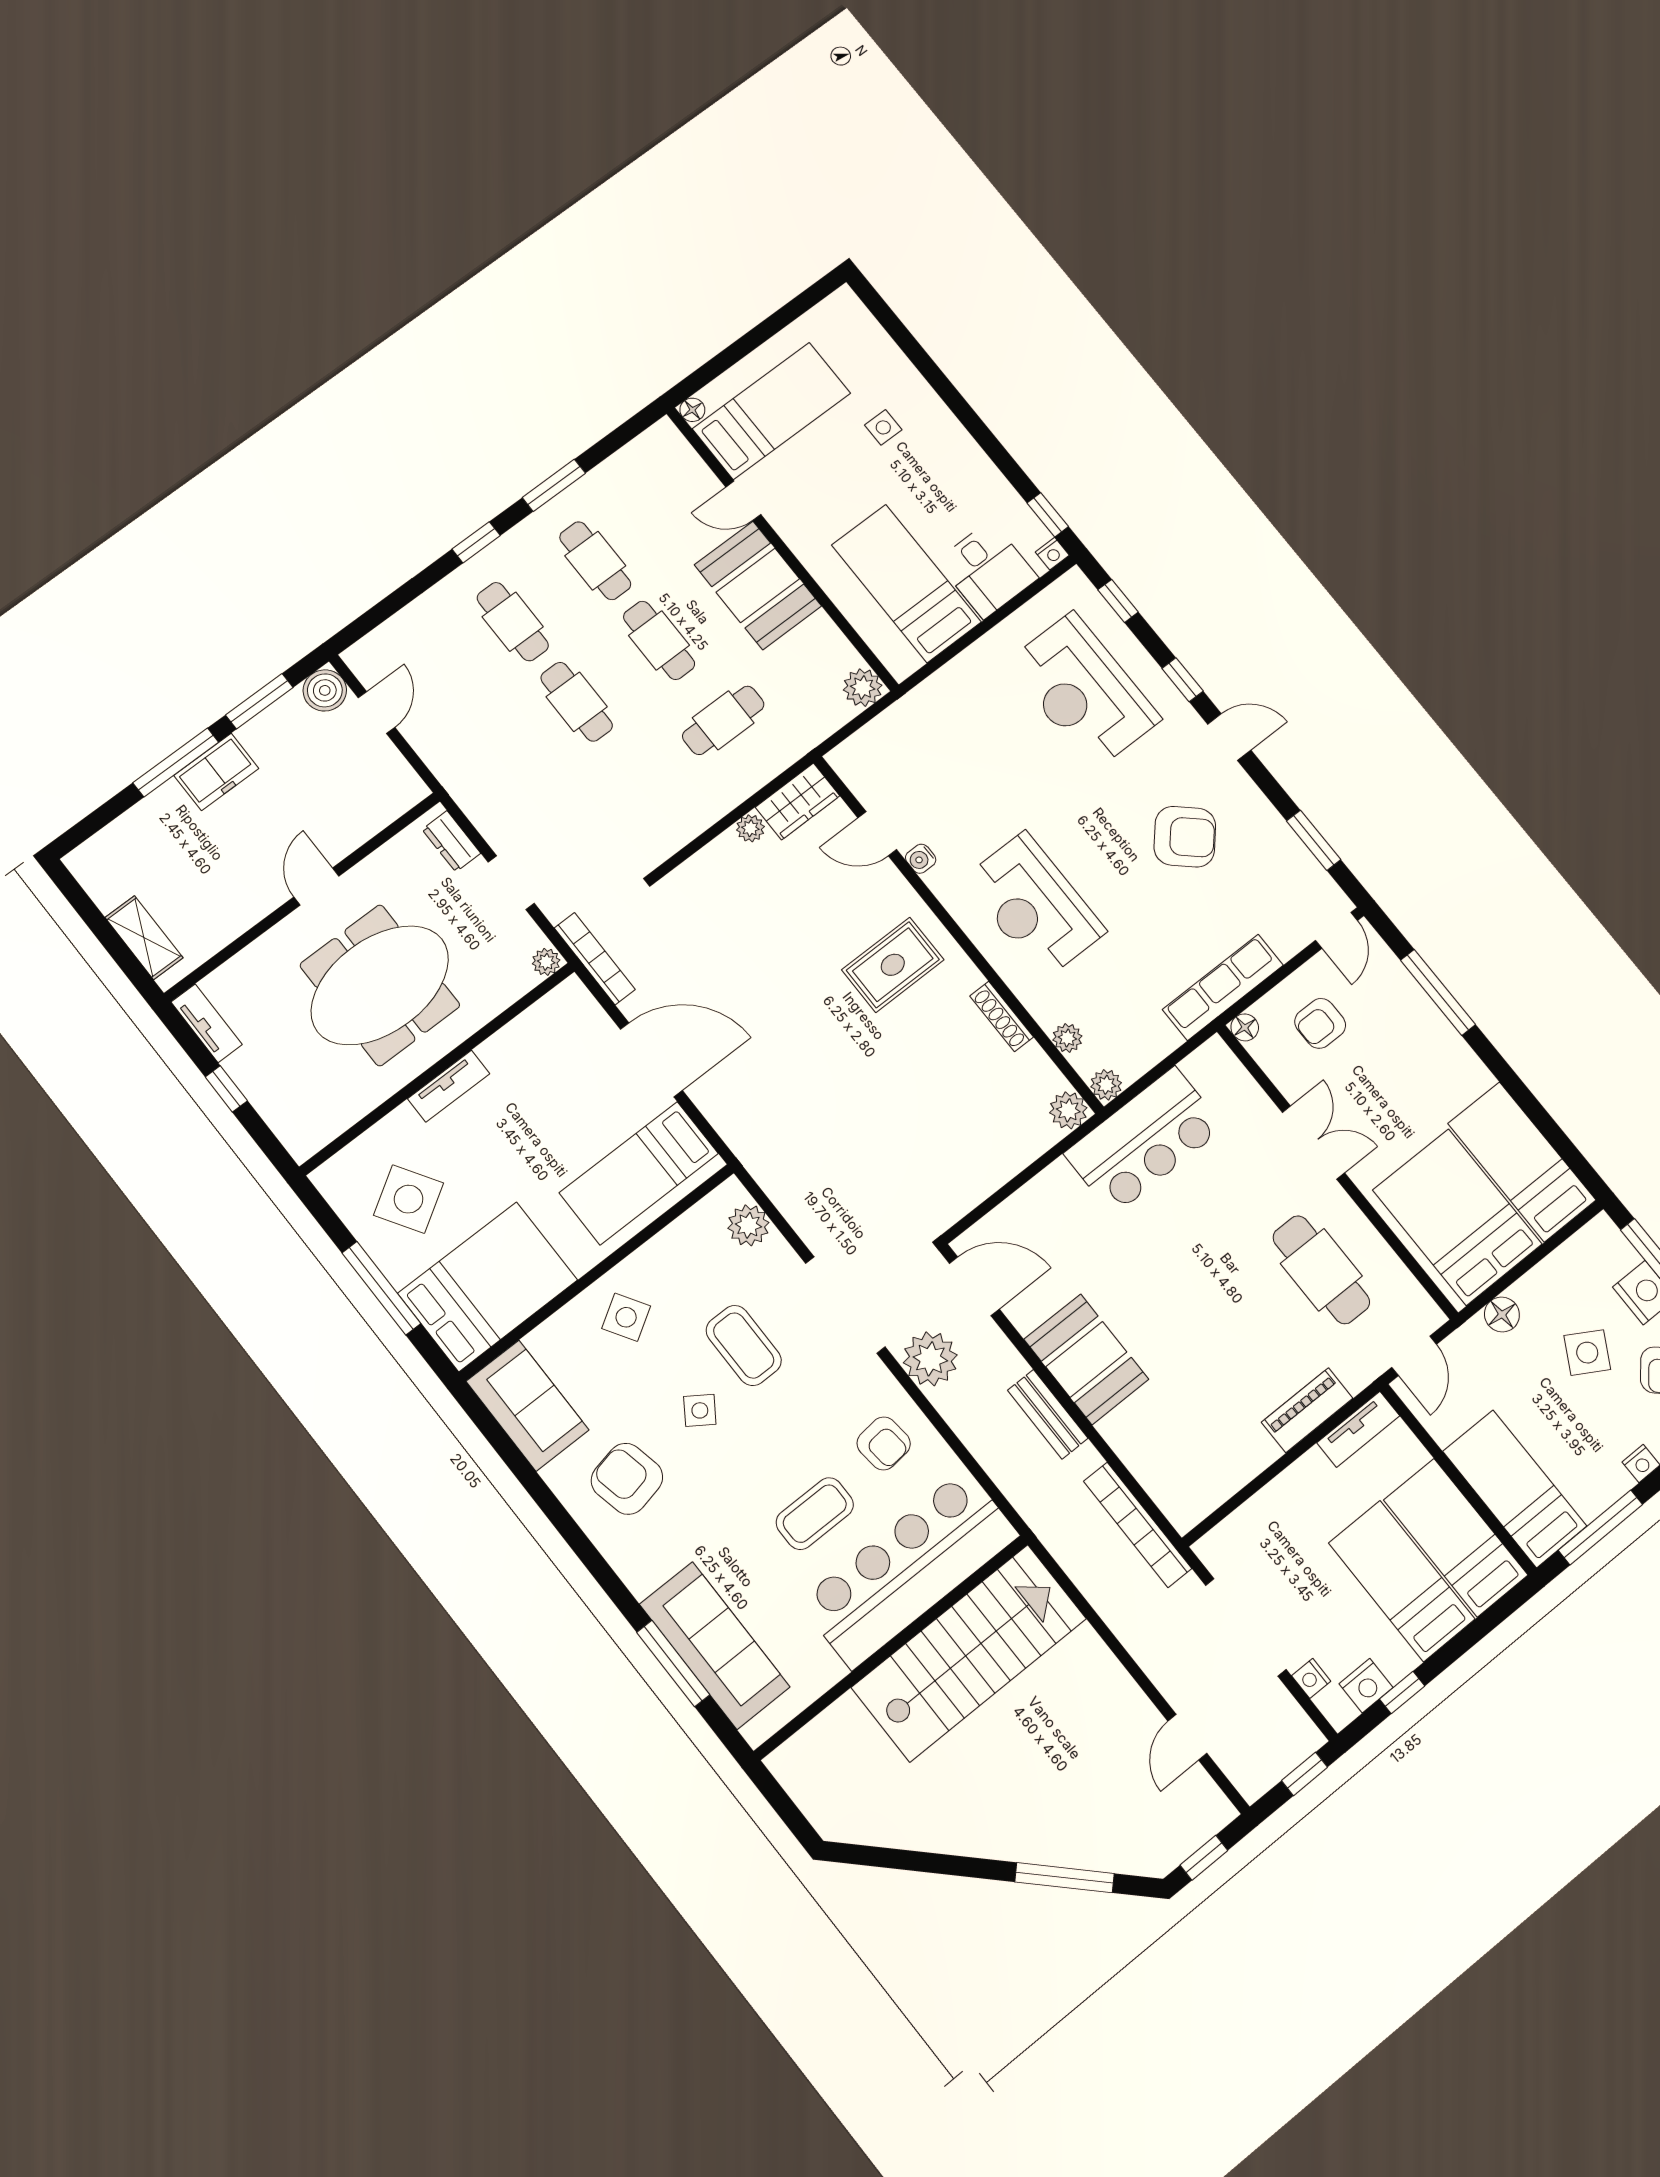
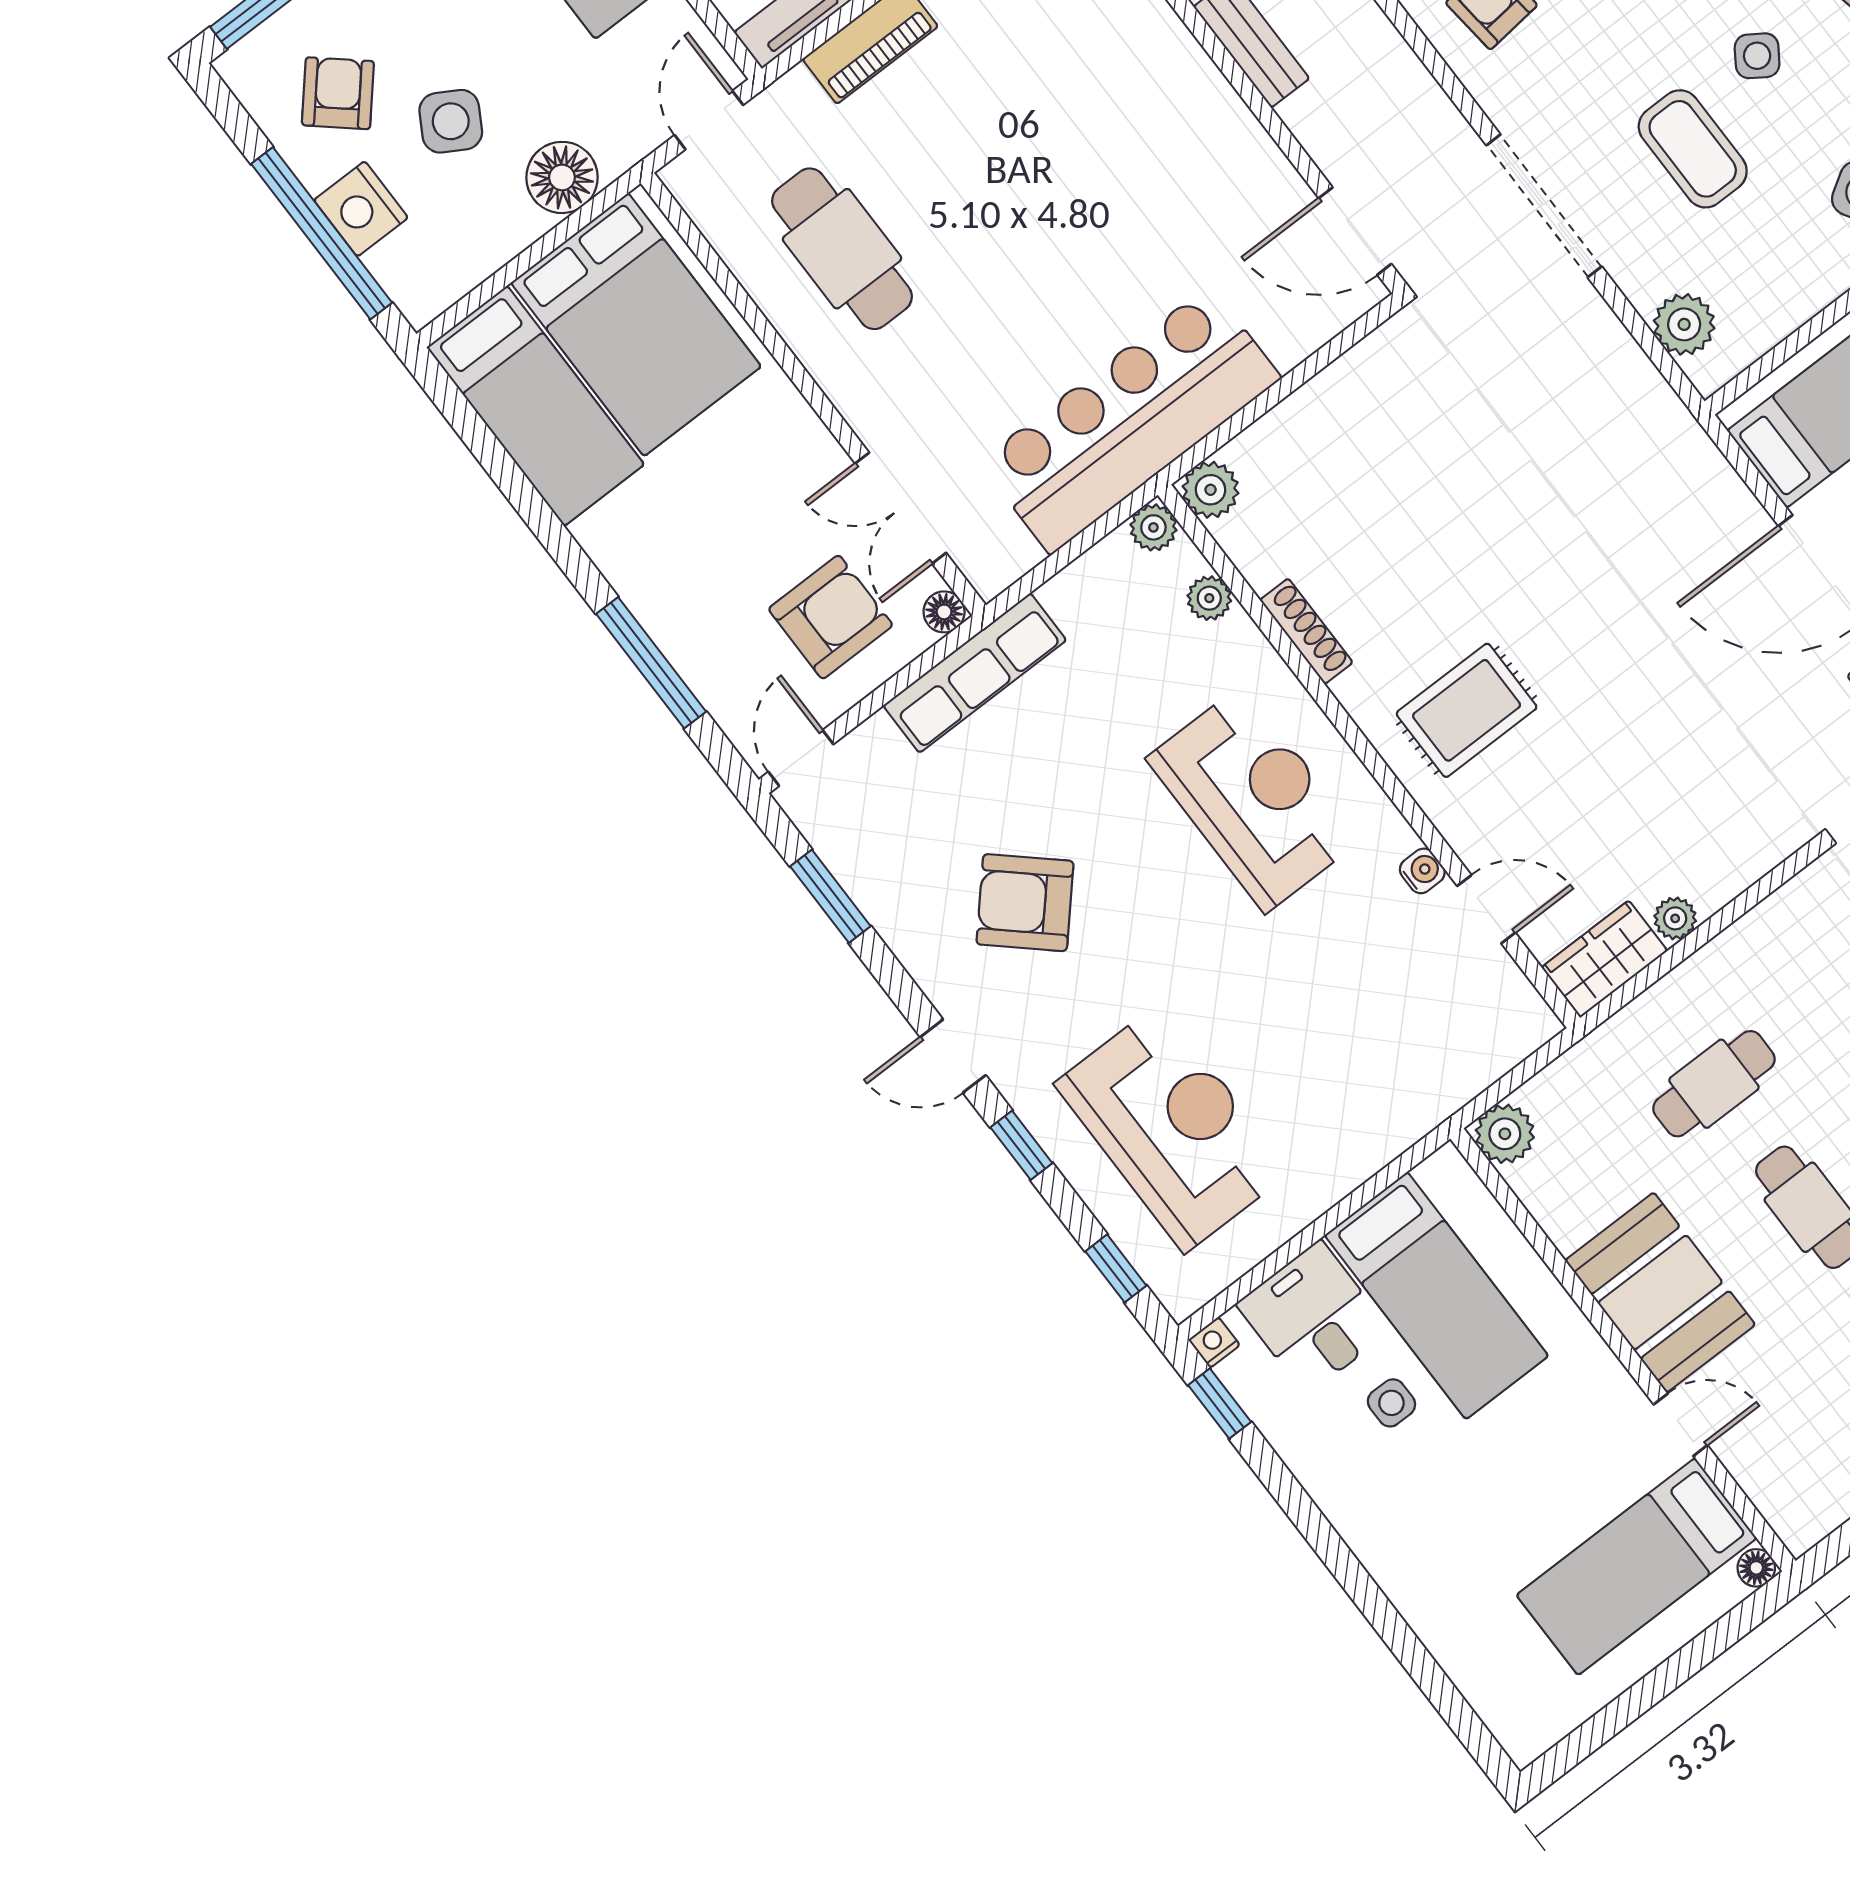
side table: (883, 427) -> (1391, 1403), moved
armchair: (1320, 1023) -> (831, 617), width x1.38, depth x1.38
bar counter: (1144, 1141) -> (1130, 420), width x1.36
double door: (1314, 1143) -> (901, 508), moved
floor lamp: (1502, 1314) -> (562, 177), width x1.38, depth x1.38
plant: (930, 1359) -> (1421, 126), removed
booth: (1086, 1359) -> (1193, 122), removed

